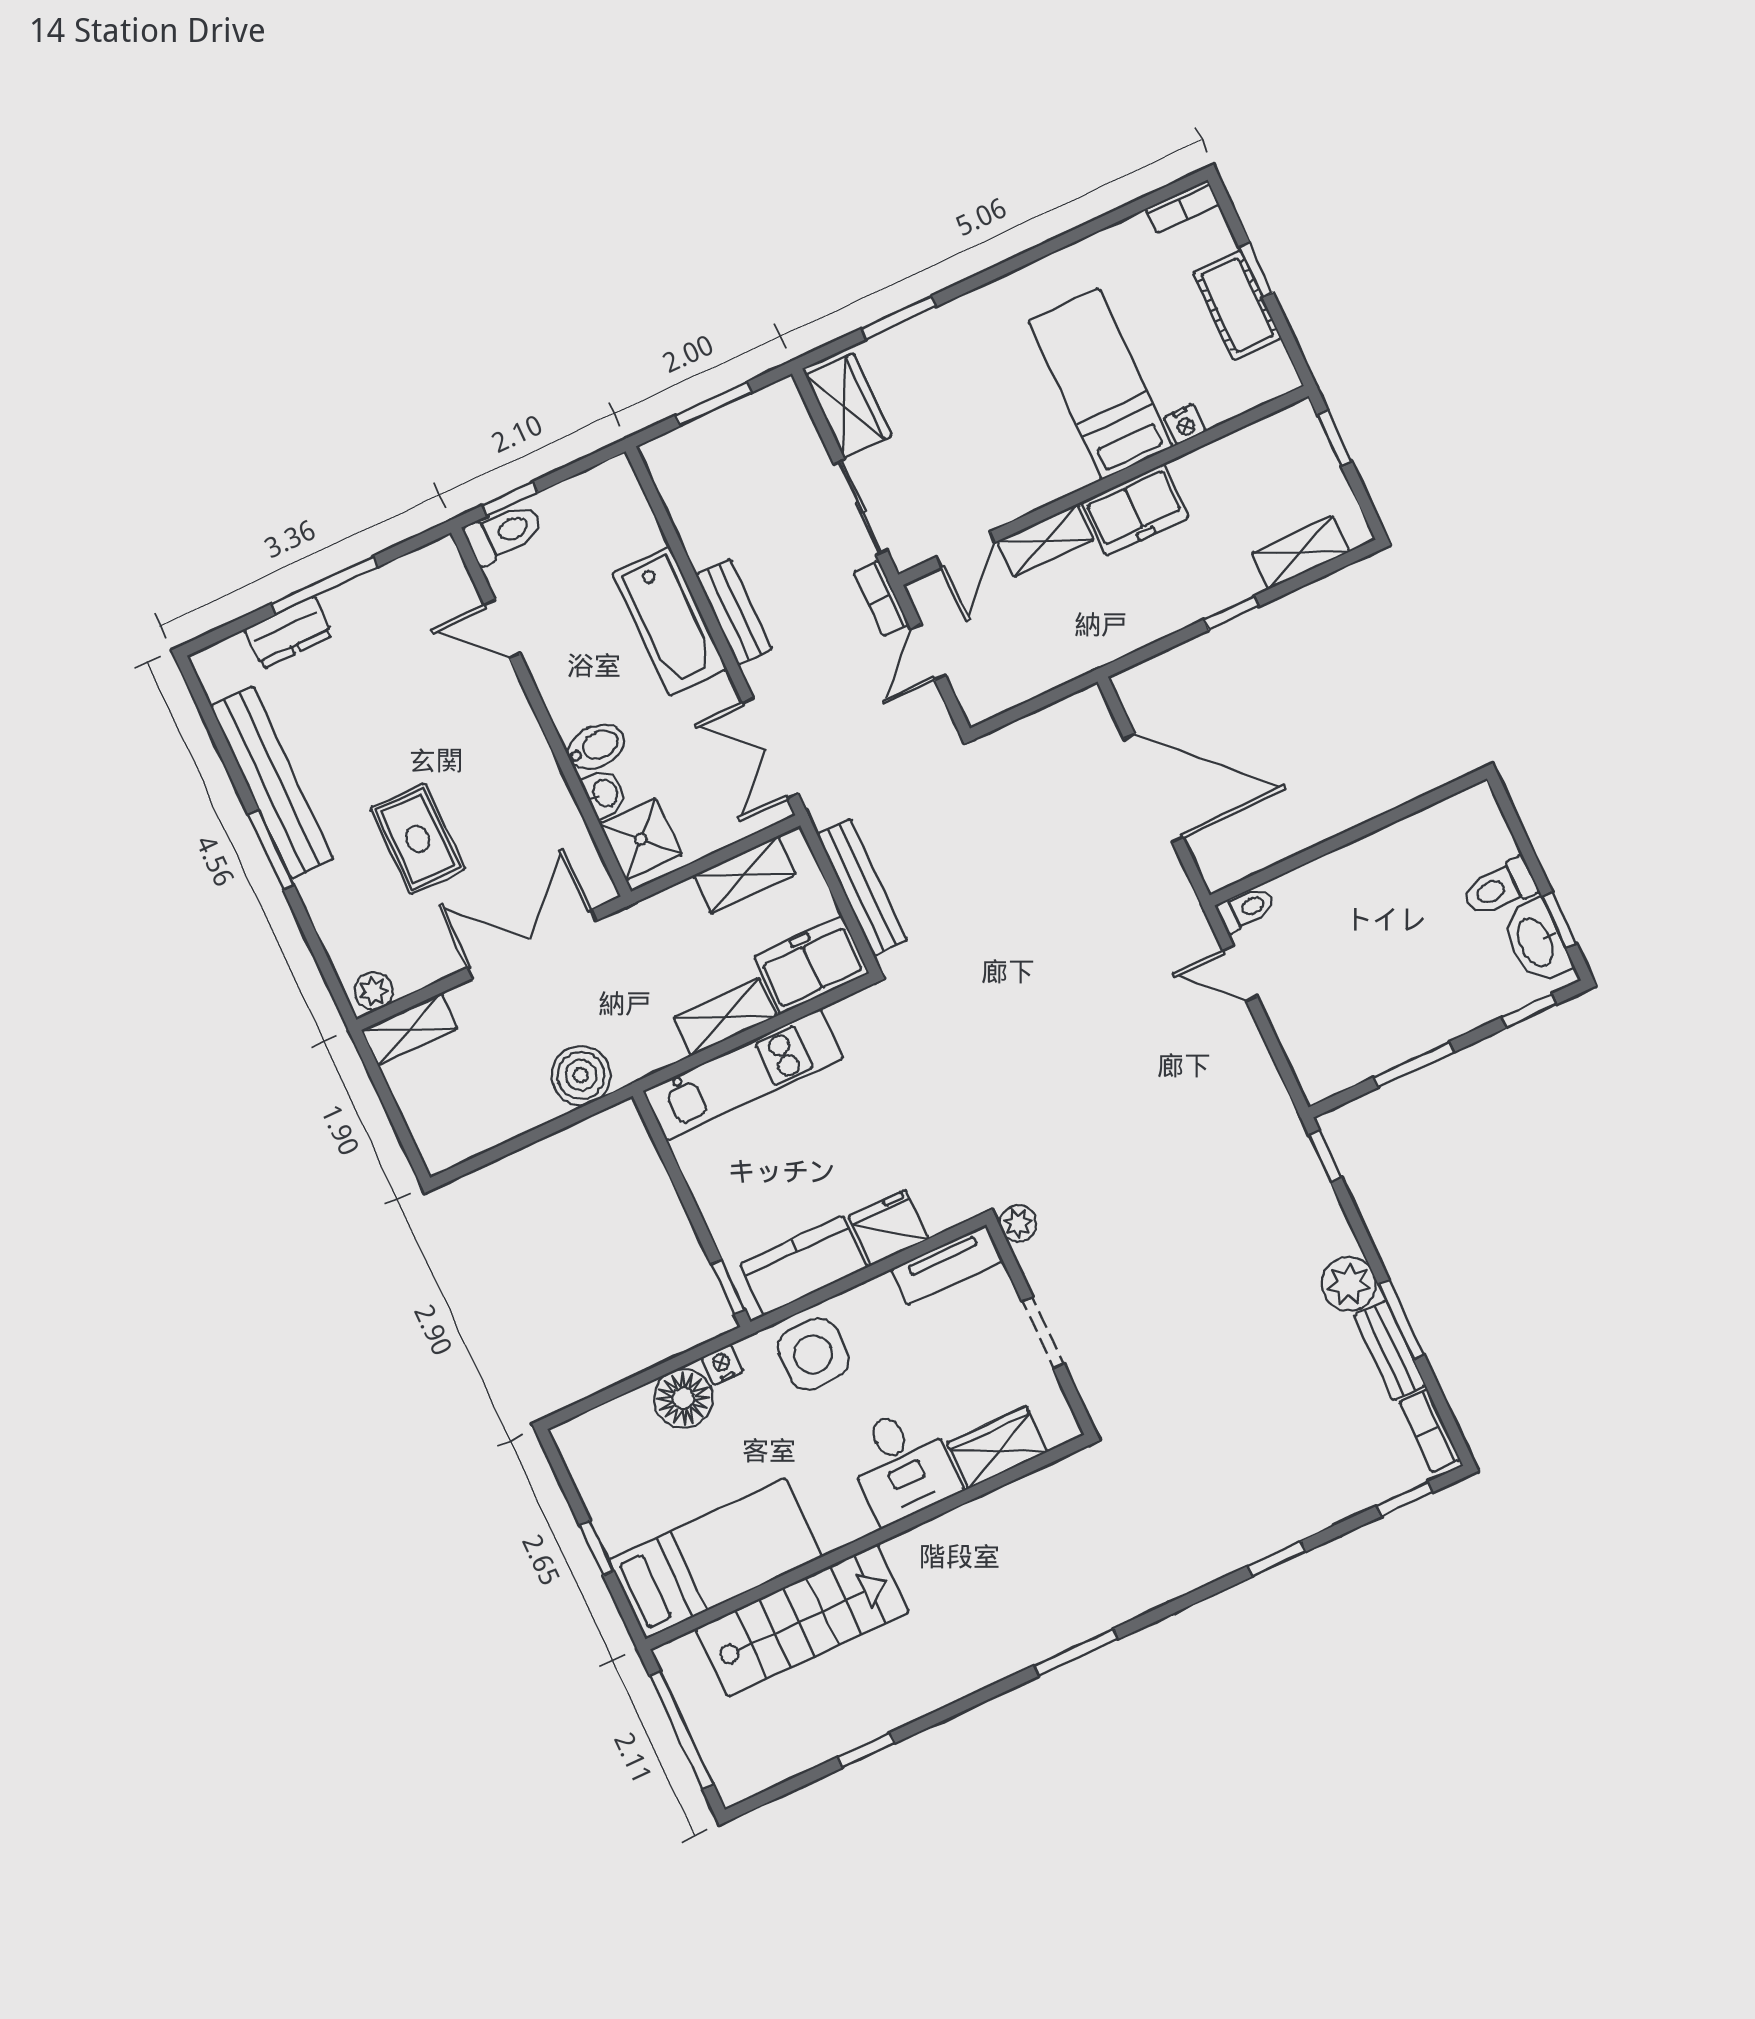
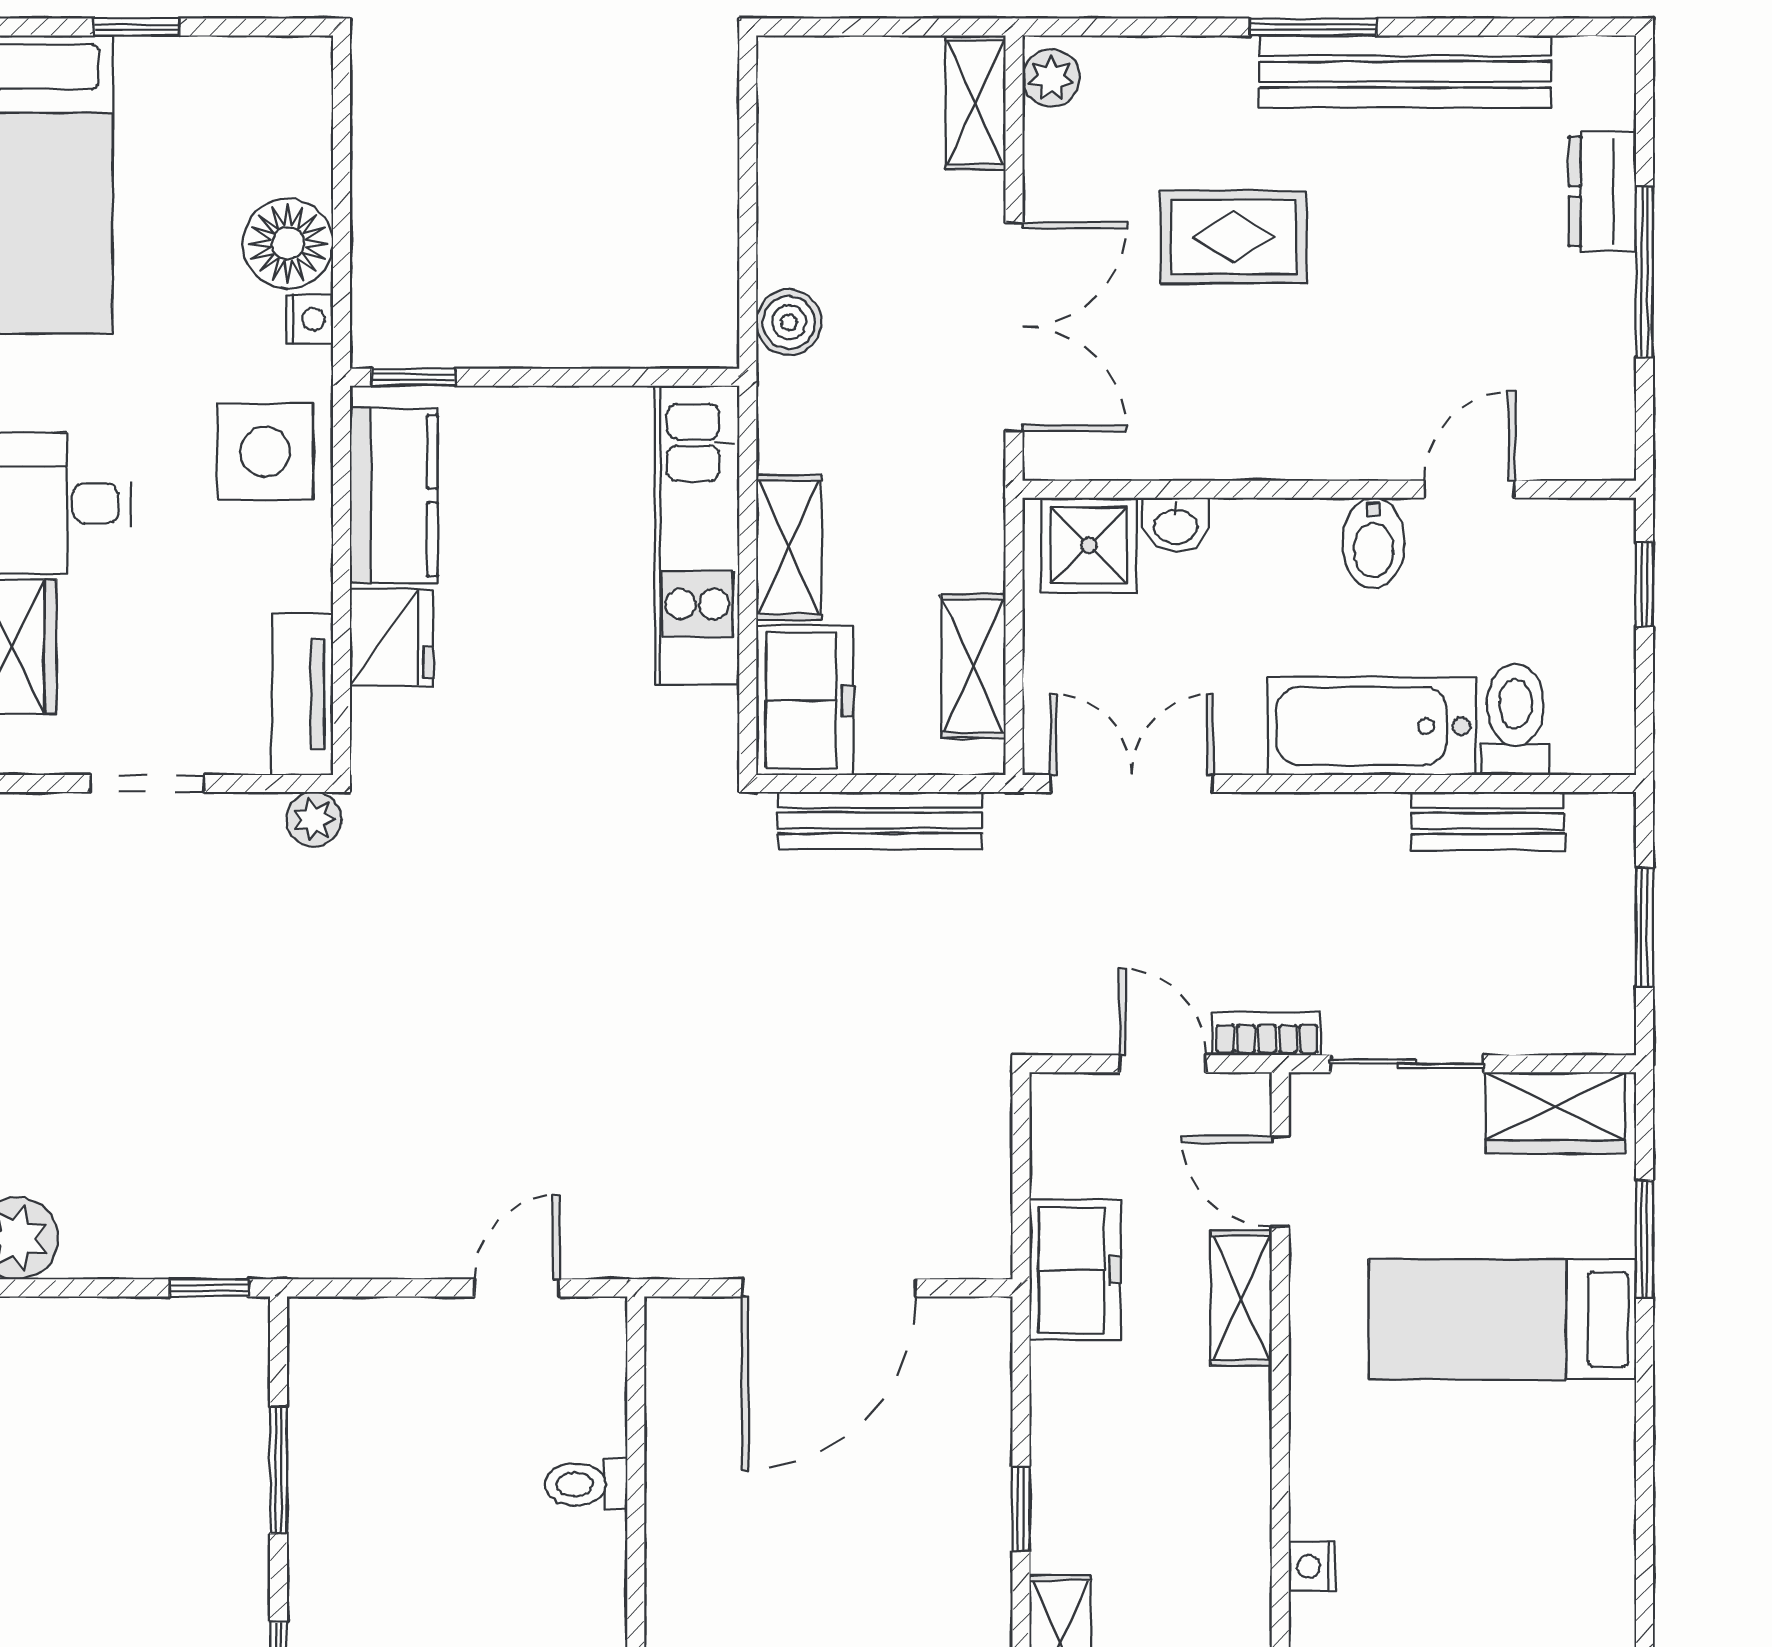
bed: (1101, 384) -> (1502, 1319), moved, turned 180
freezer: (1135, 510) -> (1075, 1270), moved, turned 180
toilet: (504, 533) -> (1515, 719), moved, turned 180
bench: (734, 612) -> (1488, 821), moved
bidet: (596, 747) -> (1374, 543), moved
toilet: (1246, 909) -> (586, 1484), moved, turned 90
boiler: (581, 1075) -> (789, 322), width x0.73, depth x0.73

